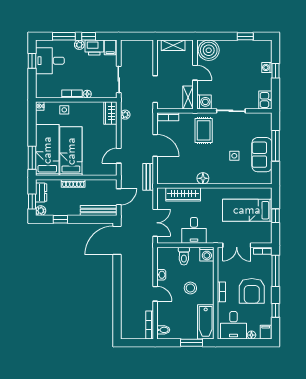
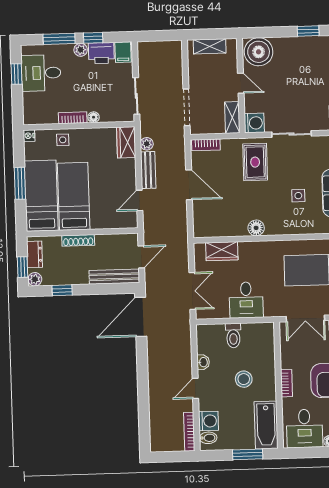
window: (32, 158) -> (20, 183), moved
bench: (148, 177) -> (148, 170), moved
wardrobe: (183, 194) -> (222, 251), width x0.67
washing machine: (207, 254) -> (209, 421), moved, turned -90
door: (155, 294) -> (195, 388), swing flipped

